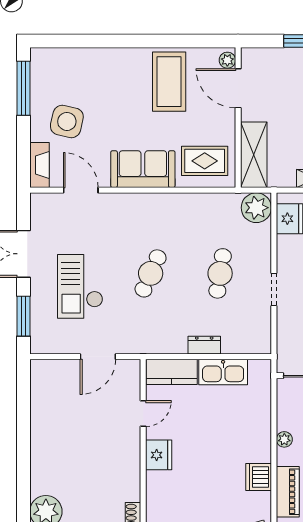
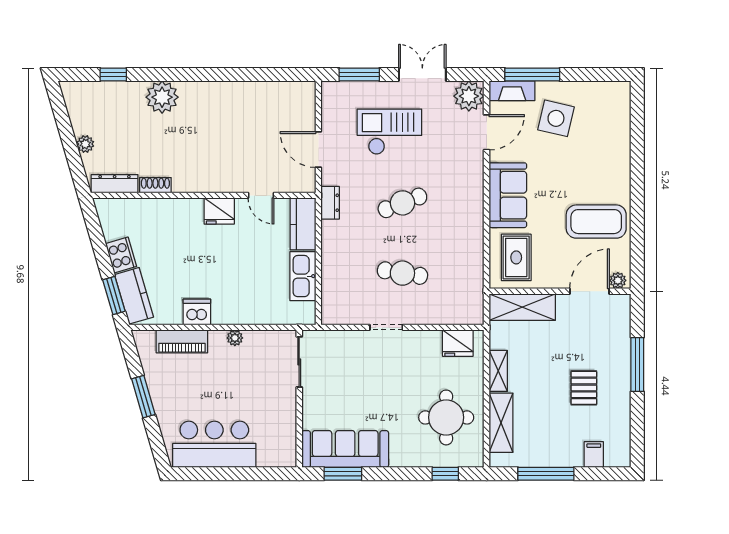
window: (23, 88) -> (532, 75), moved
plant: (256, 208) -> (469, 96), moved
cafe table: (151, 273) -> (402, 203), turned -45
dresser: (204, 345) -> (330, 203), moved

